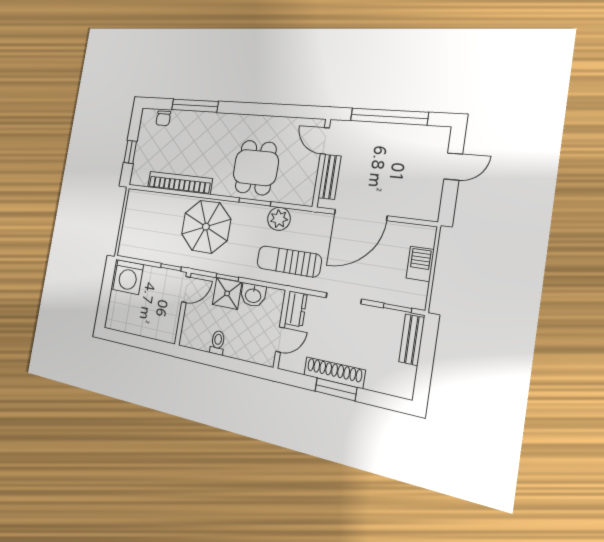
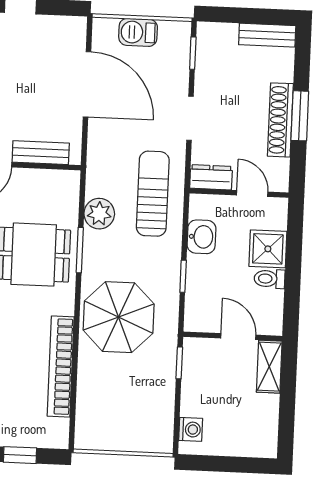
door: (360, 215) -> (87, 84), moved
sun lounger: (289, 261) -> (153, 194), turned 180
washing machine: (128, 277) -> (191, 429), width x0.53, depth x0.53
door: (186, 290) -> (238, 337), moved
shower: (227, 293) -> (268, 249), moved
shelving: (160, 332) -> (269, 367), added
bench: (412, 340) -> (267, 35), moved

